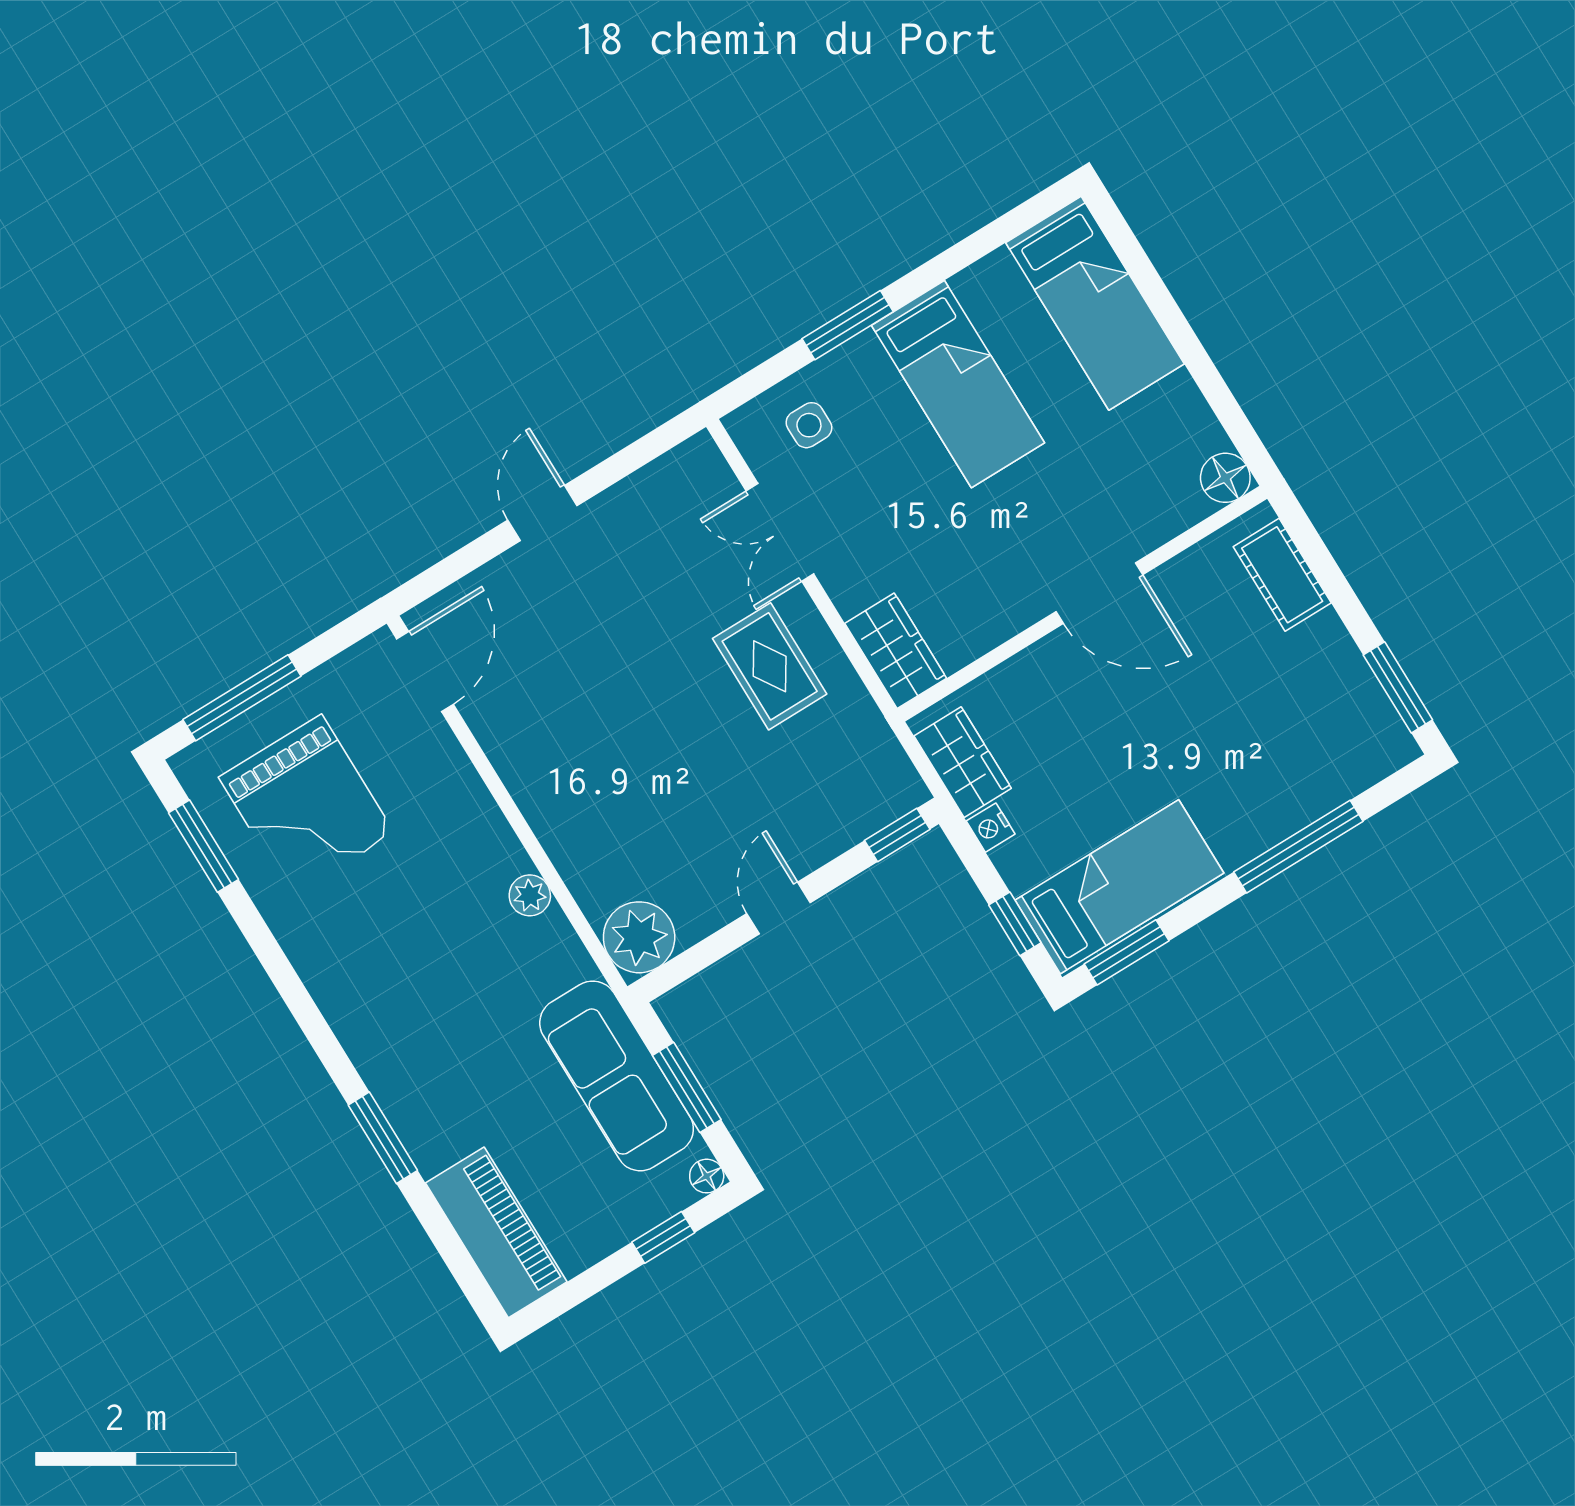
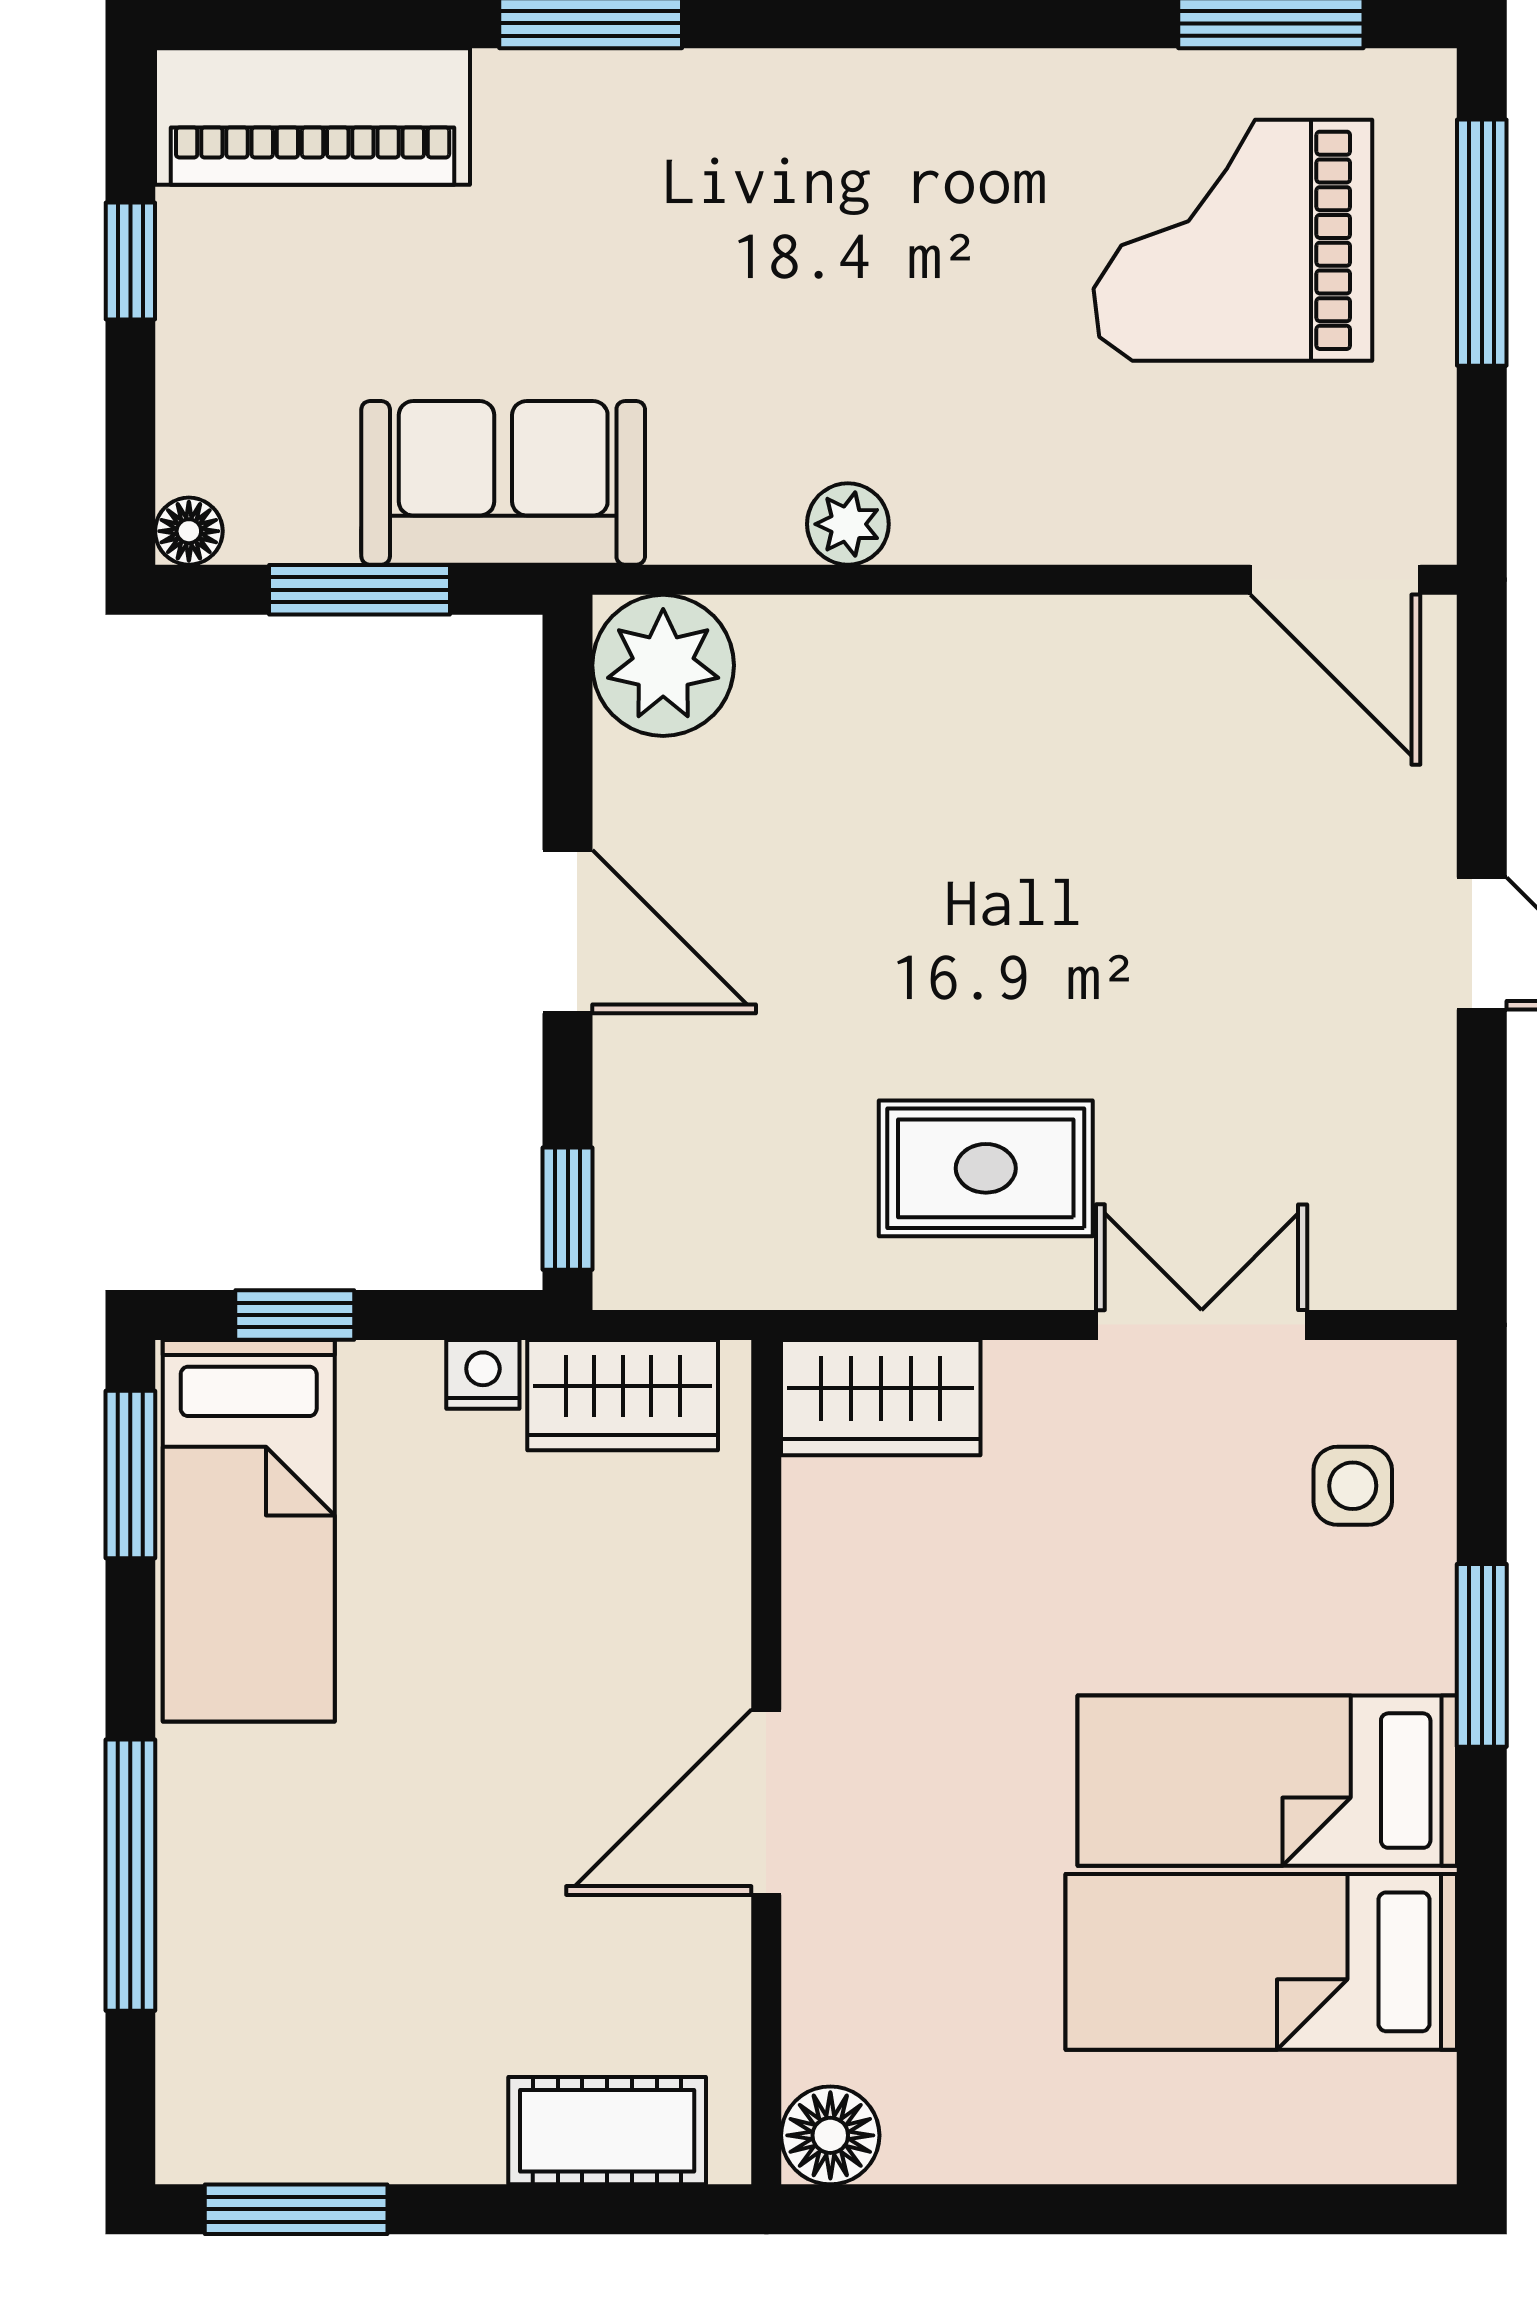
bed: (1095, 303) -> (1261, 1962), moved
door: (778, 908) -> (568, 932), width x1.38
sofa: (617, 1076) -> (503, 483), width x0.73
window: (663, 1237) -> (130, 261), moved

